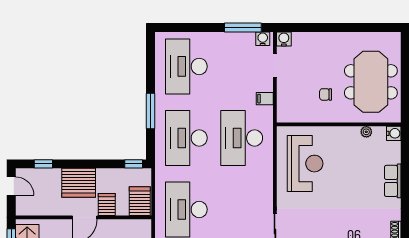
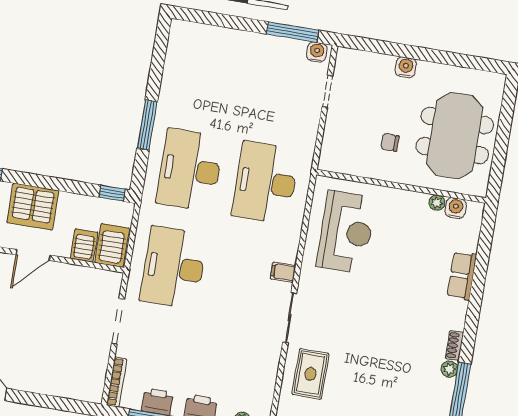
water cooler: (284, 39) -> (406, 67), moved
desk: (186, 66) -> (206, 72), removed
filing cabinet: (265, 99) -> (283, 272), moved
water cooler: (394, 133) -> (456, 208), moved, turned -90
server rack: (107, 204) -> (84, 246), moved

